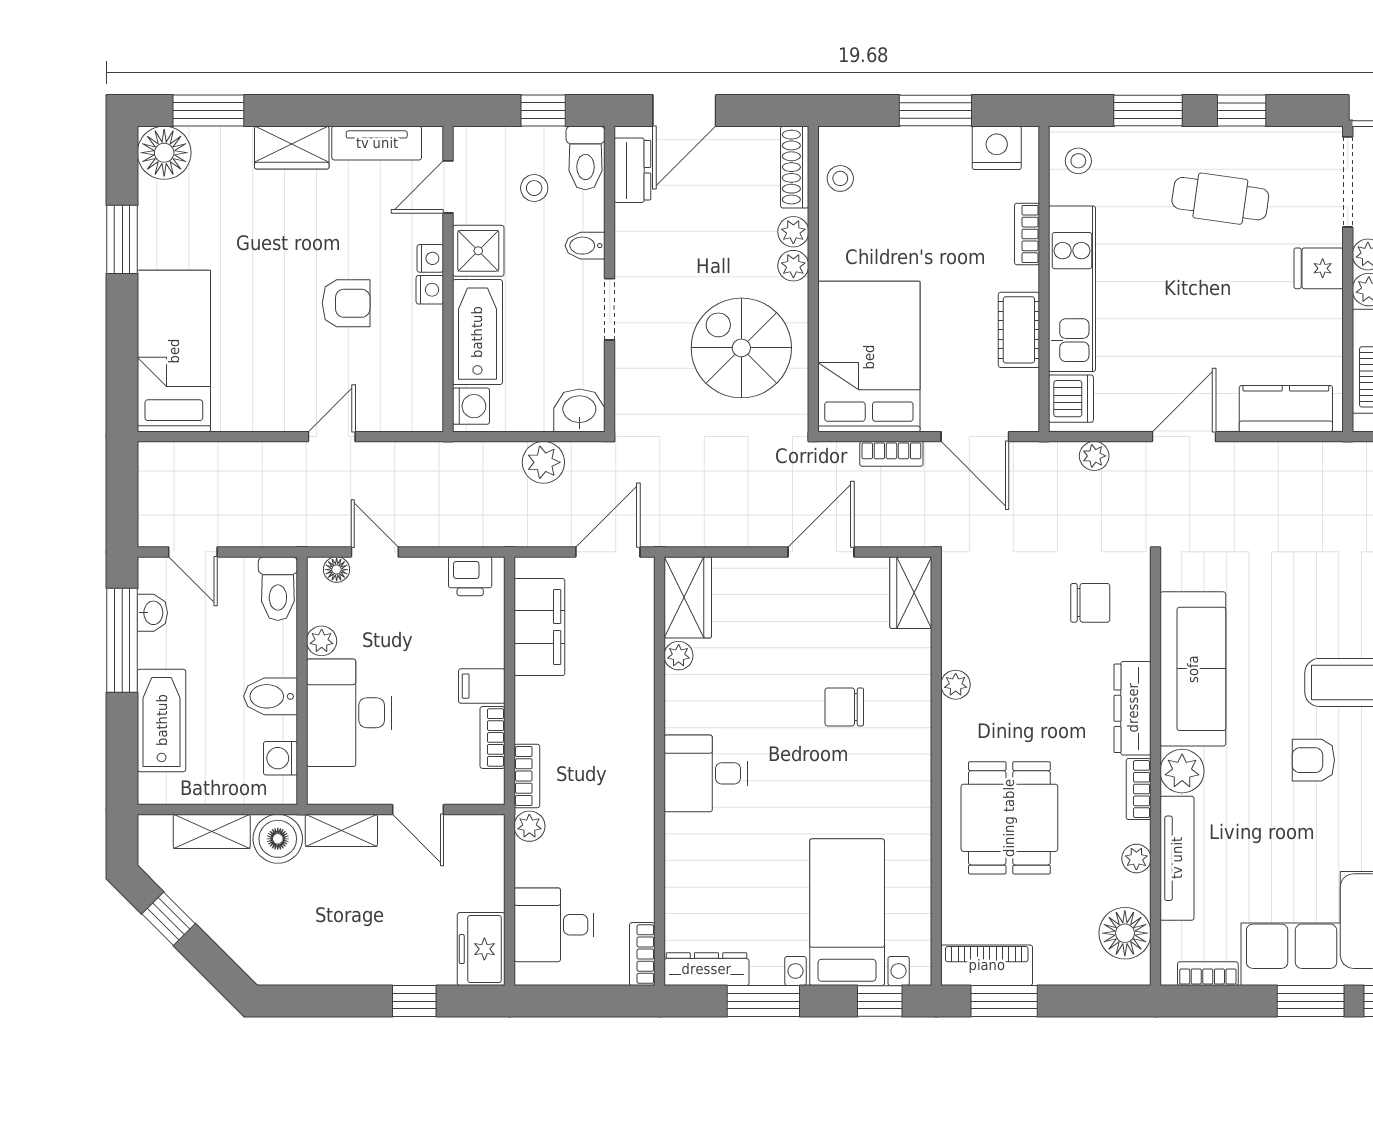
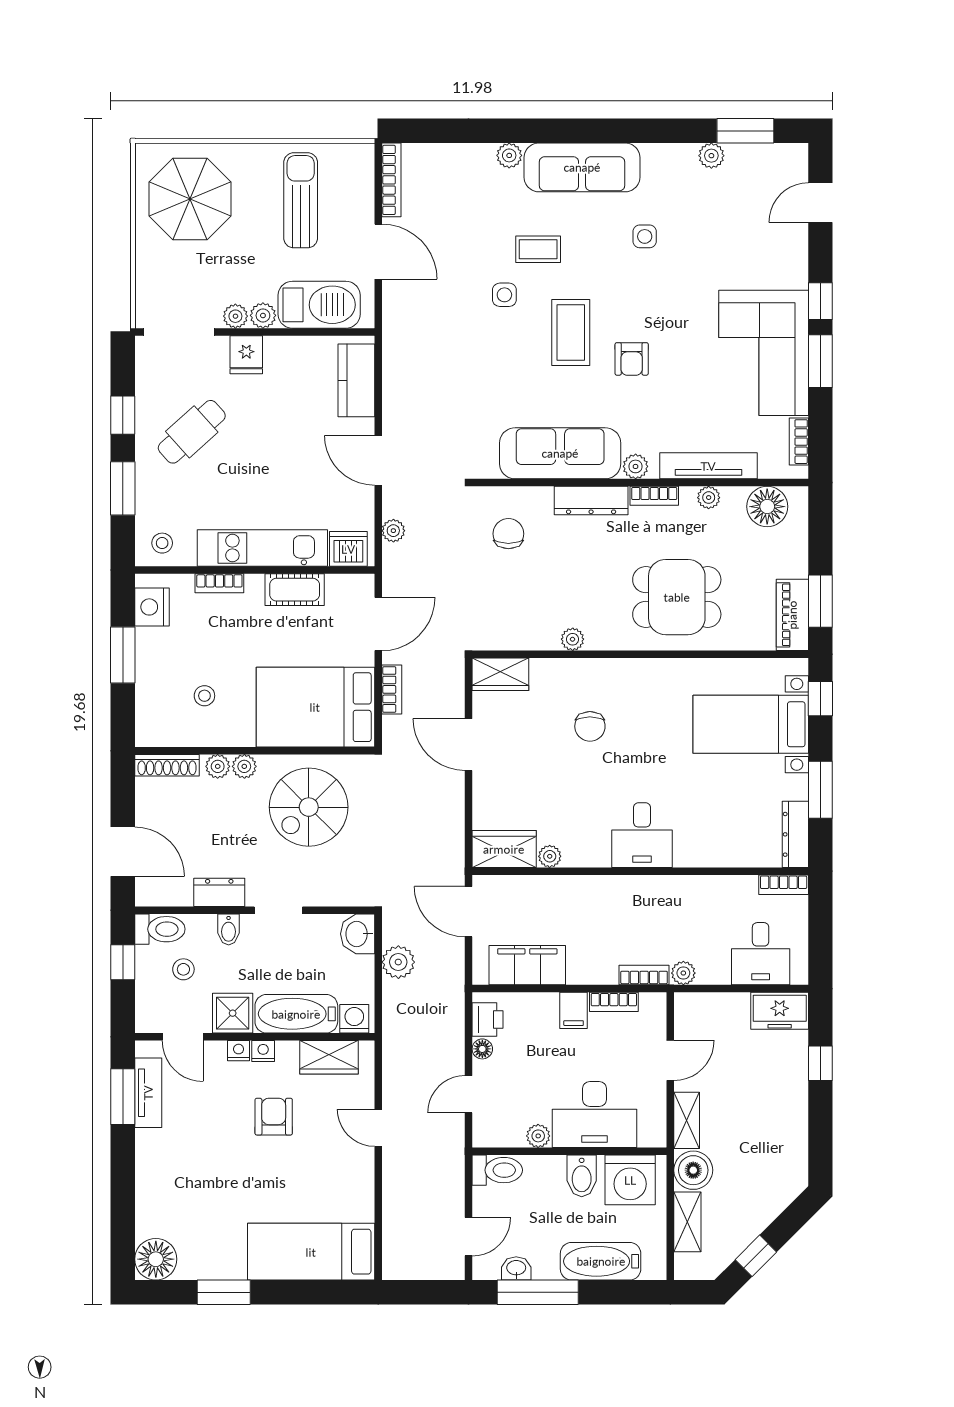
window: (208, 111) -> (123, 1097), moved
wardrobe: (292, 148) -> (329, 1057), moved, turned 90
dresser: (632, 170) -> (219, 892), moved
stool: (840, 178) -> (204, 696), moved
cafe table: (1220, 199) -> (192, 432), turned 40
floor lamp: (337, 570) -> (482, 1049), moved
washing machine: (280, 758) -> (630, 1180), width x1.89, depth x1.89
plant: (1182, 771) -> (636, 466), width x0.73, depth x0.73

